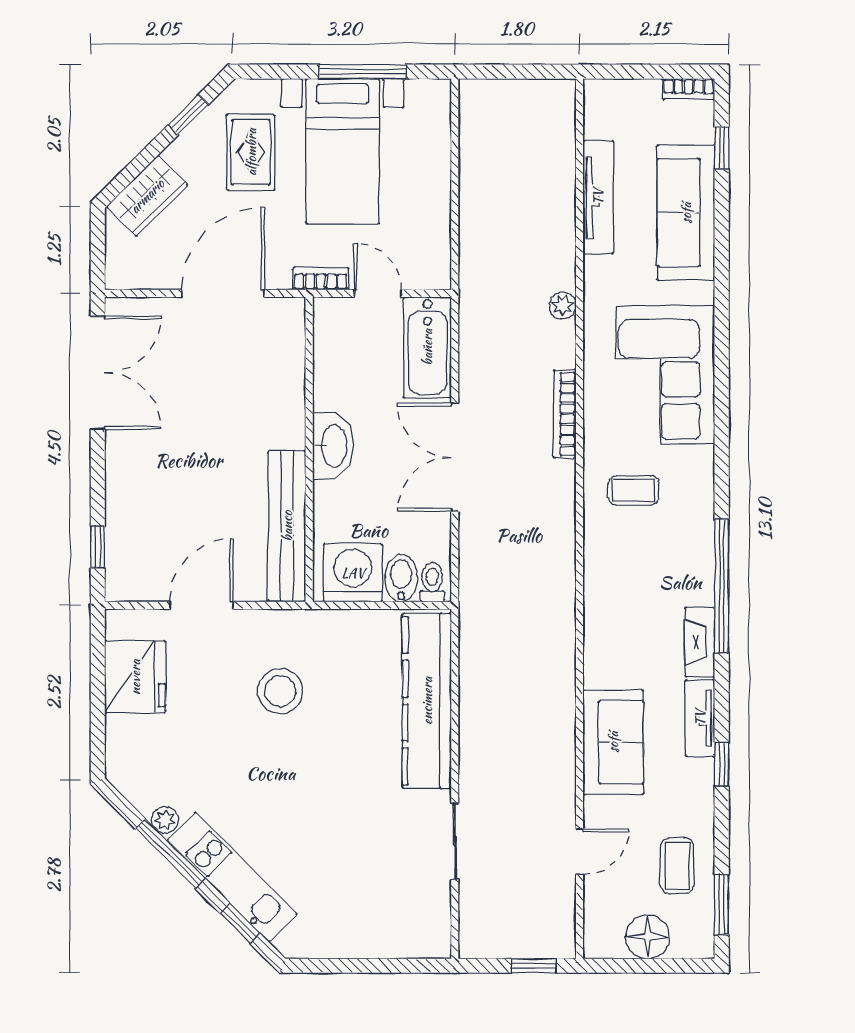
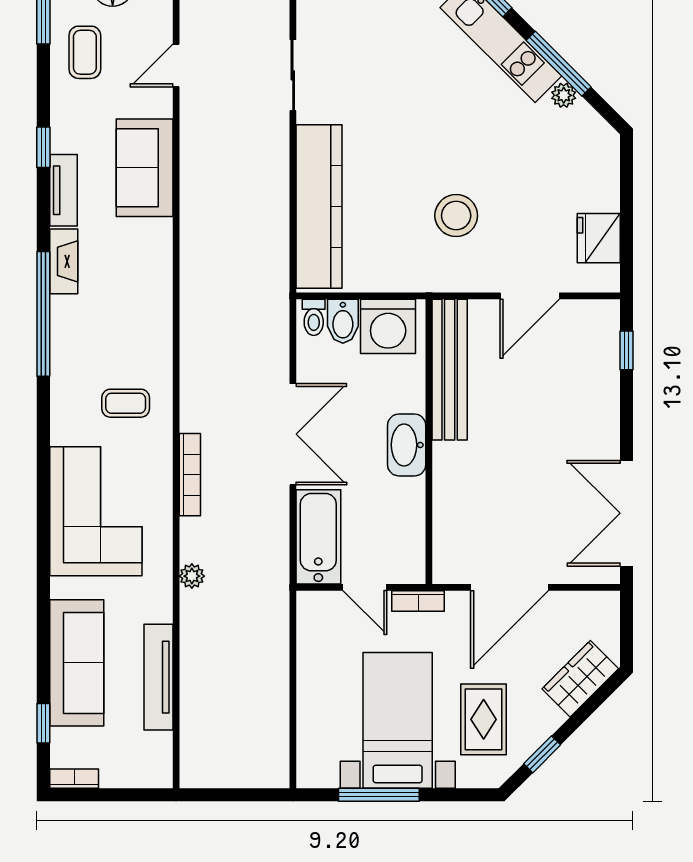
fridge: (135, 677) -> (599, 238), width x0.73, depth x0.75

